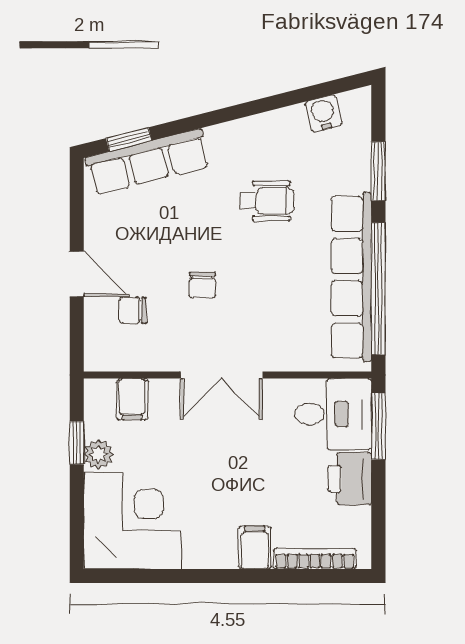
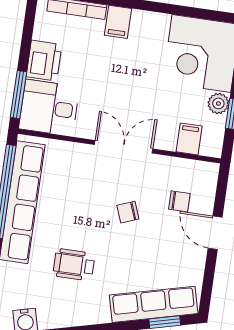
chair: (202, 285) -> (128, 212), turned -111

